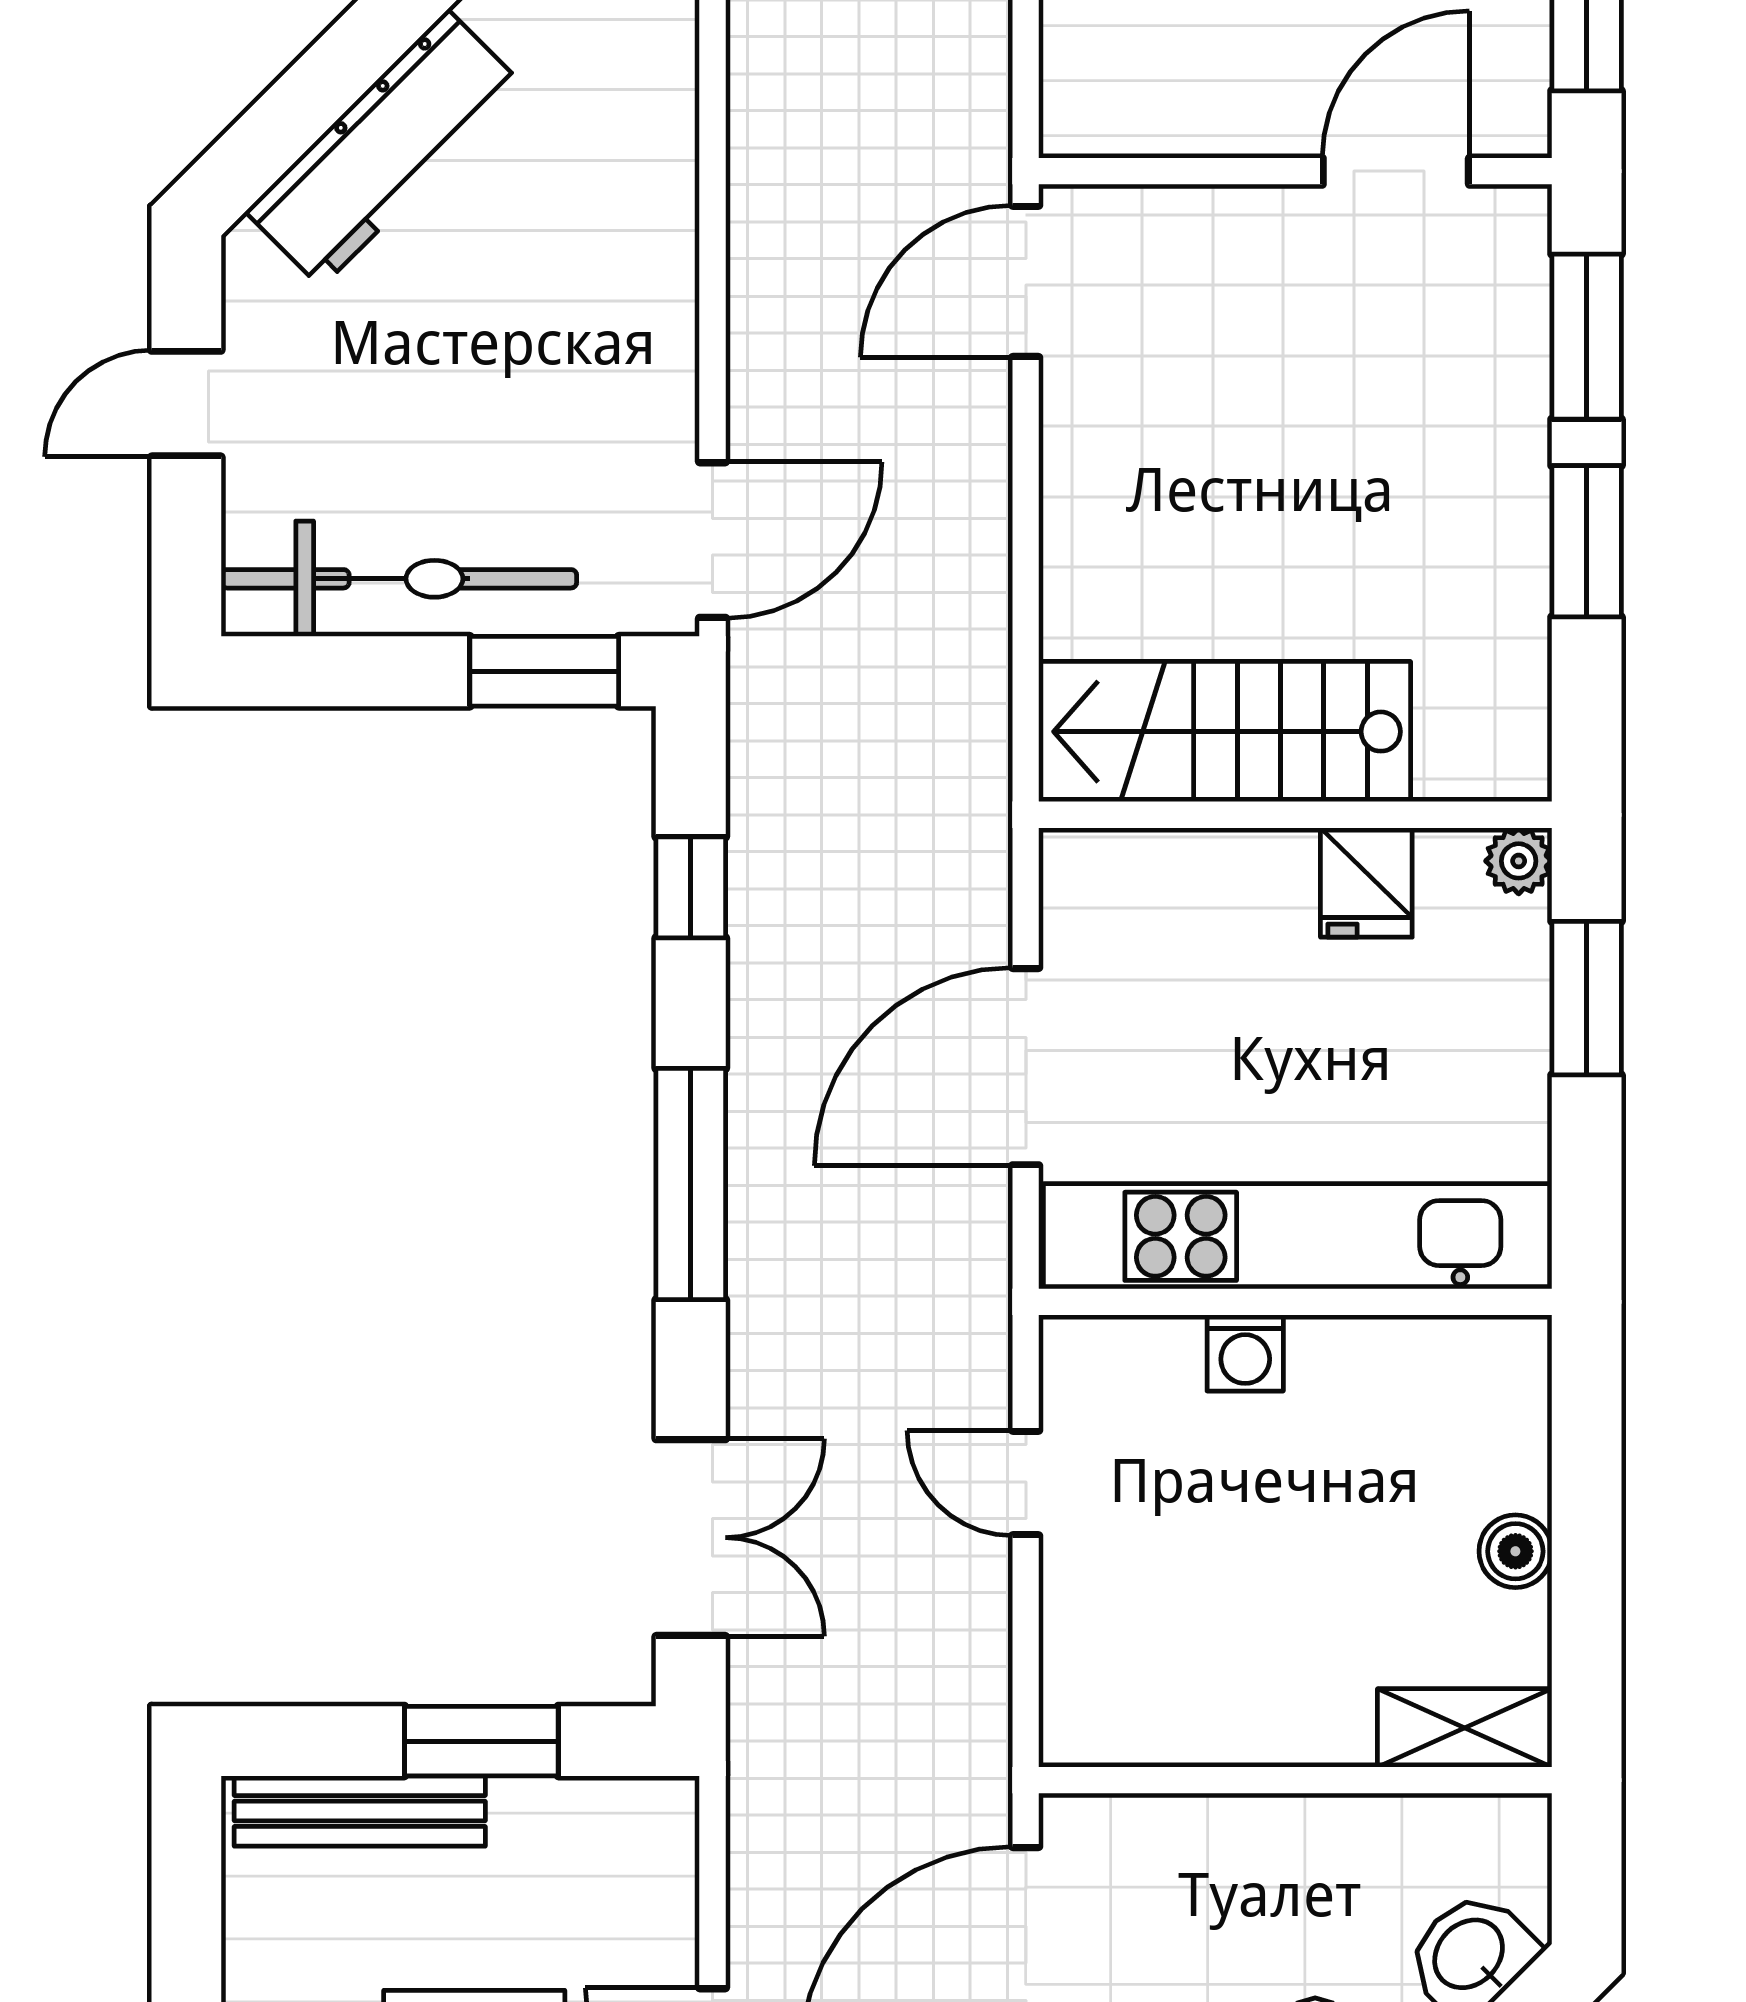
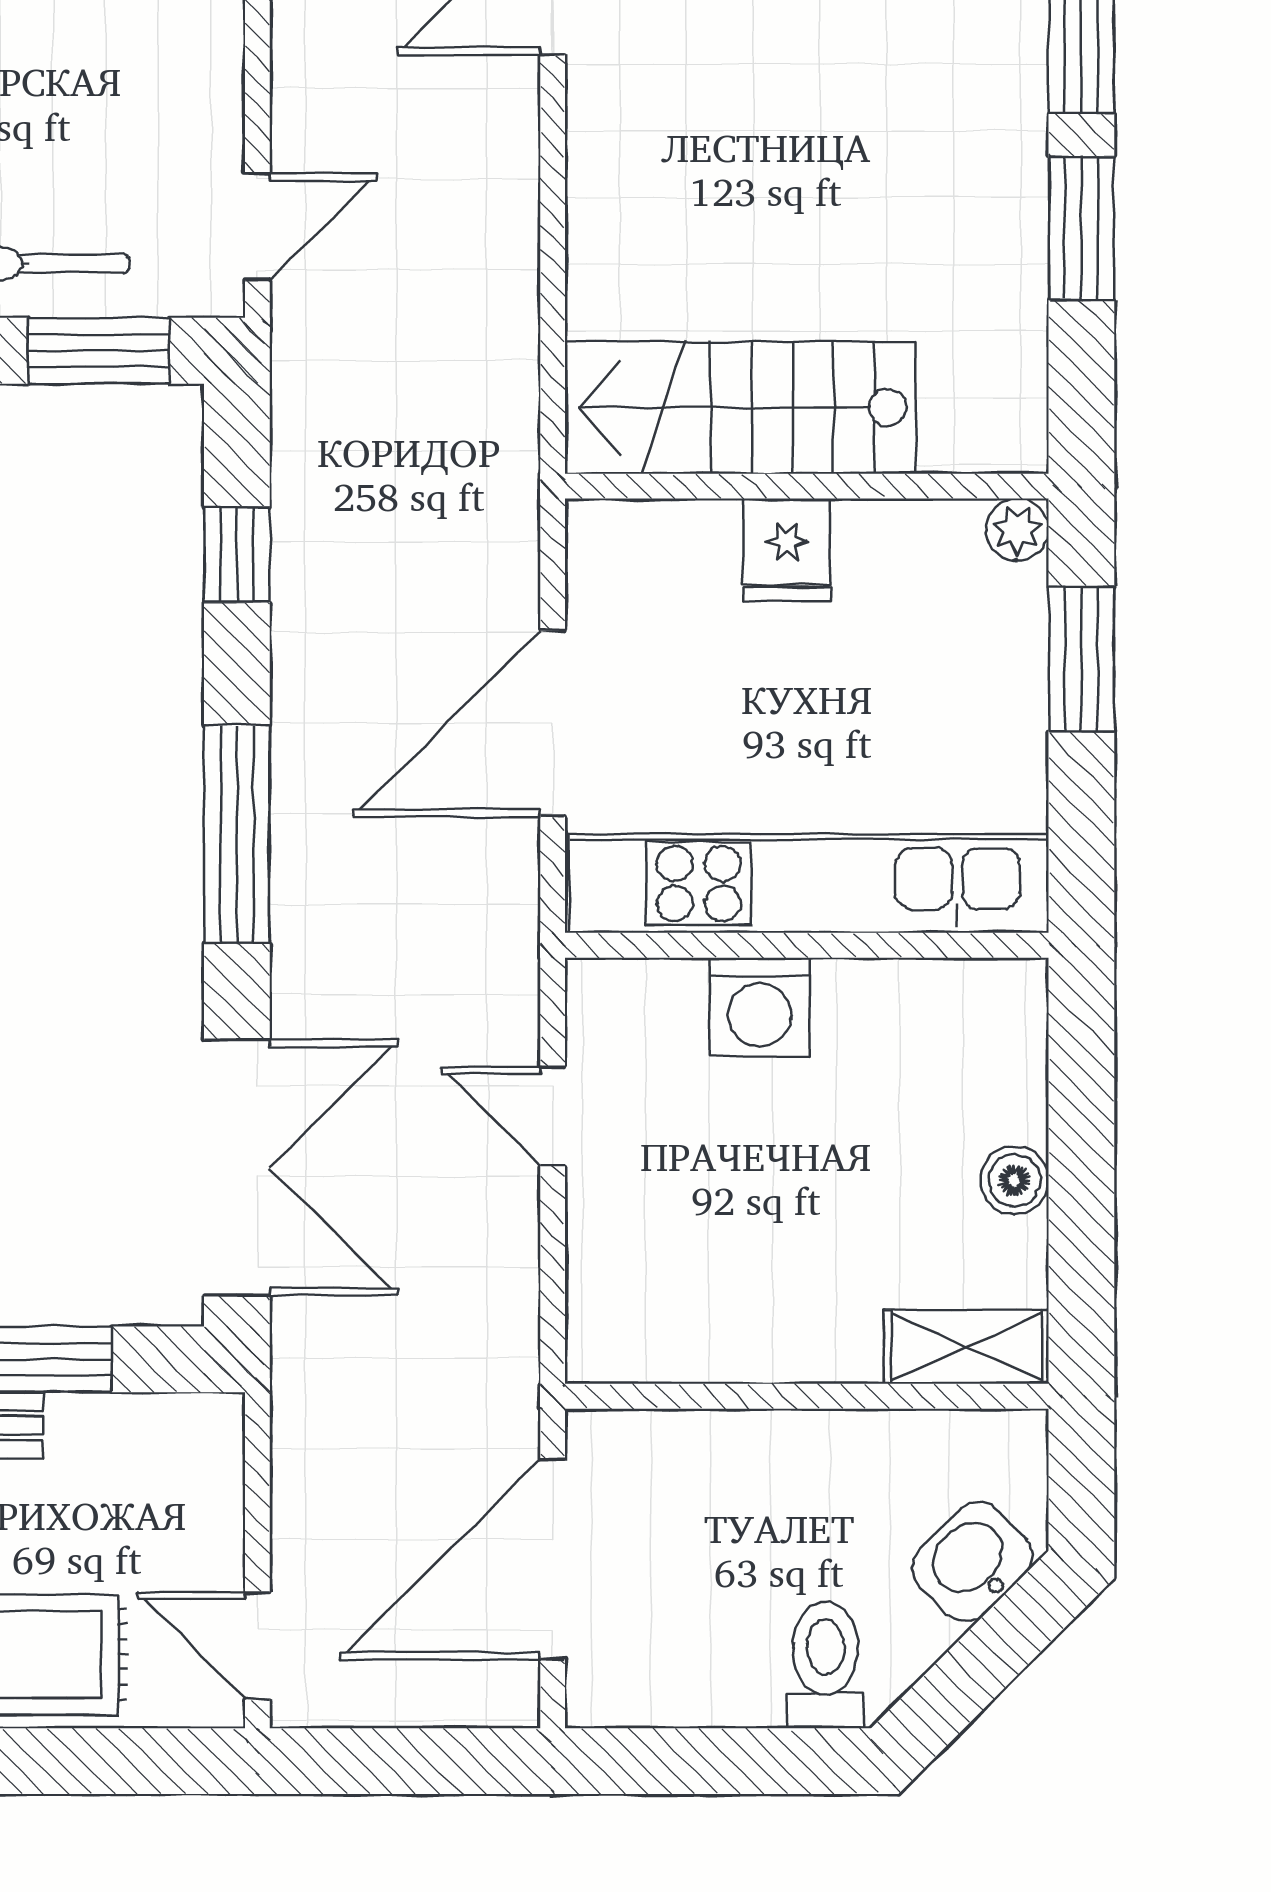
door: (712, 540) -> (257, 227), width x0.73
fridge: (1366, 882) -> (787, 550), moved
washing machine: (1245, 1353) -> (760, 1007), width x1.38, depth x1.38
double door: (691, 1538) -> (237, 1167), width x1.37

